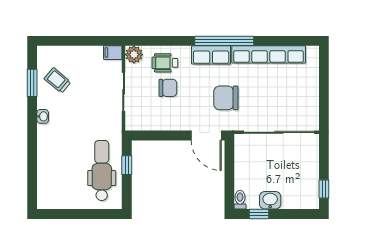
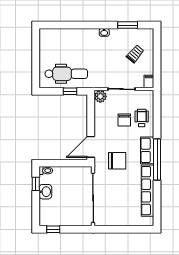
plant: (134, 55) -> (100, 96), moved
trolley: (57, 80) -> (135, 54), moved
chair: (226, 98) -> (117, 161), turned 90

